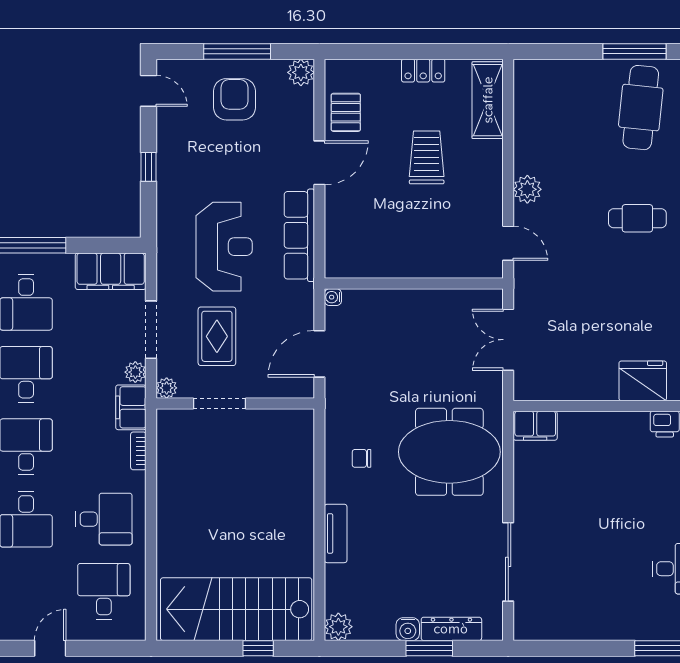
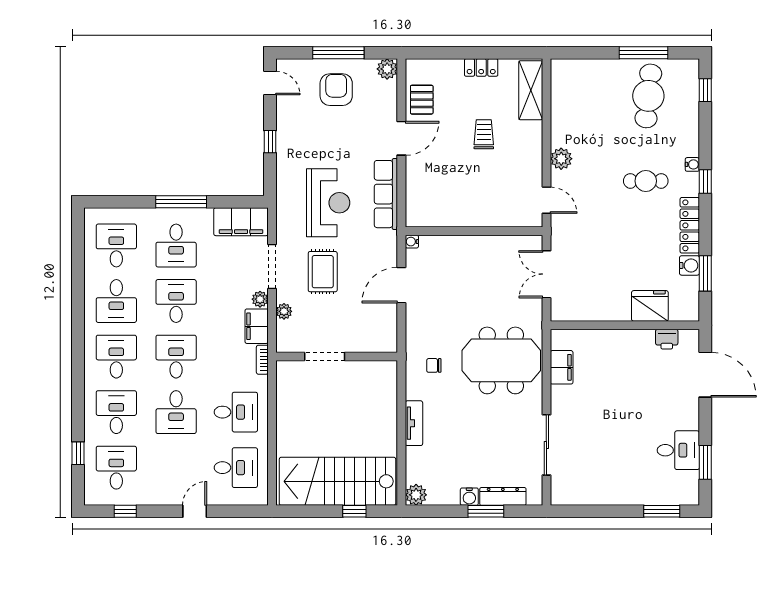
trolley: (427, 157) -> (484, 134), width x0.73, depth x0.72
doorway: (219, 403) -> (325, 357), moved
wall: (235, 403) -> (337, 357), moved
filing cabinet: (535, 426) -> (562, 367), moved, turned -90
desk: (104, 591) -> (236, 468), turned 90

